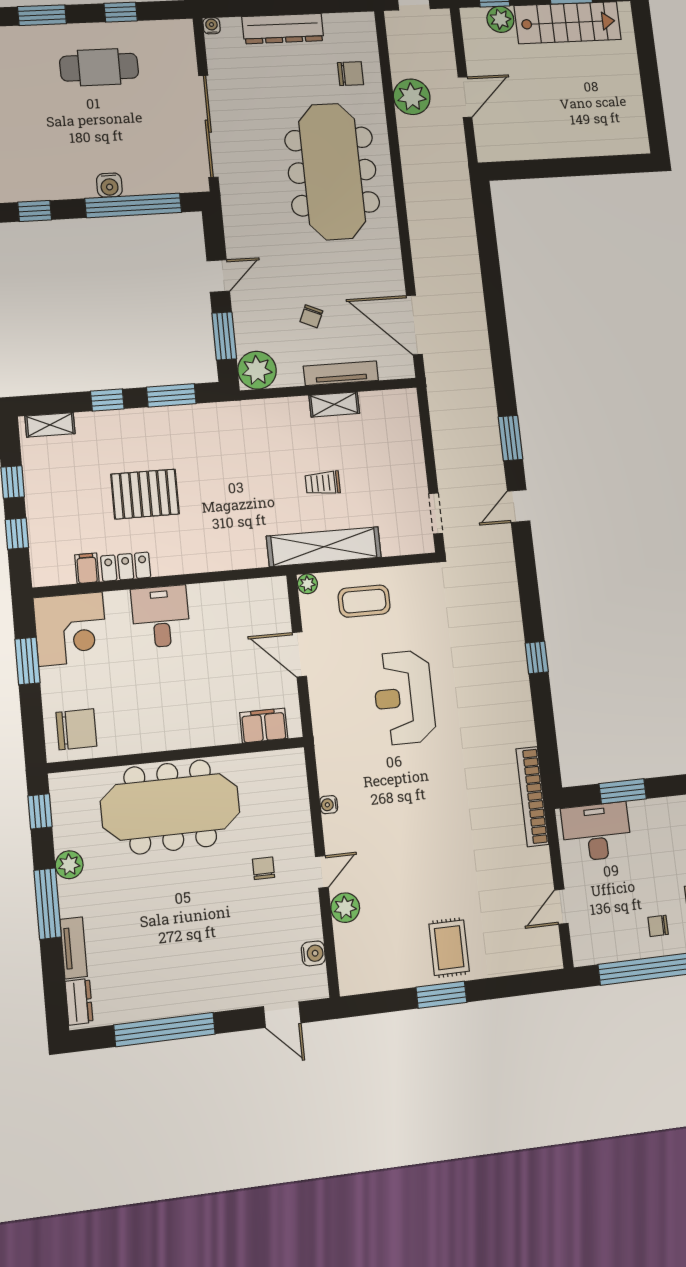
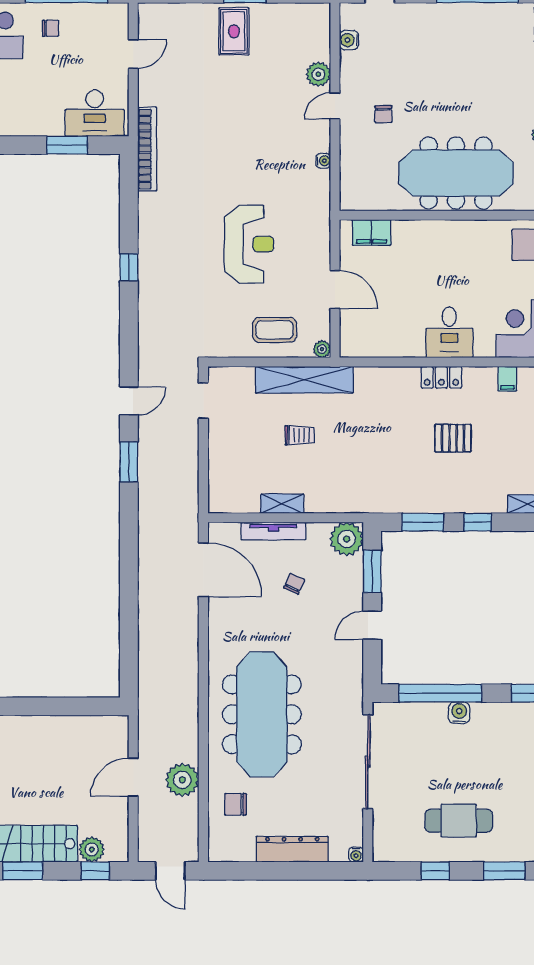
pallet: (145, 494) -> (453, 438), width x0.67, depth x0.71
locker: (126, 567) -> (441, 377), moved

